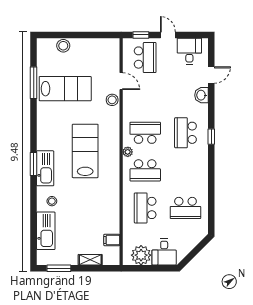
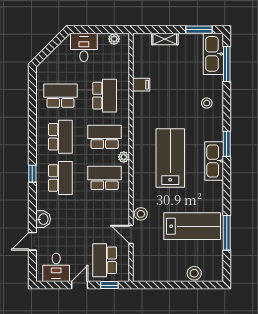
door: (168, 35) -> (80, 285), swing flipped
lab bench: (65, 89) -> (192, 226), turned 180
school desk: (145, 133) -> (105, 178), turned 180
lab bench: (85, 151) -> (170, 158), turned 180
kitchen sink: (45, 168) -> (214, 161), moved
school desk: (185, 170) -> (60, 137), added
kitchen sink: (46, 231) -> (213, 54), moved
window: (34, 237) -> (227, 64), added
filing cabinet: (112, 240) -> (141, 85), moved
plant: (141, 255) -> (114, 39), width x0.53, depth x0.53

